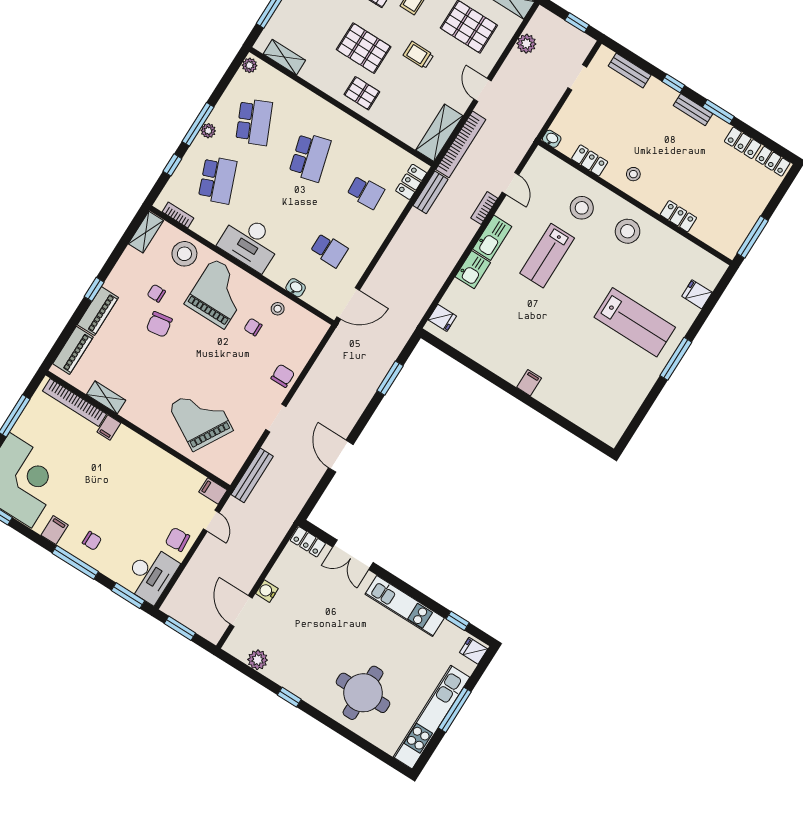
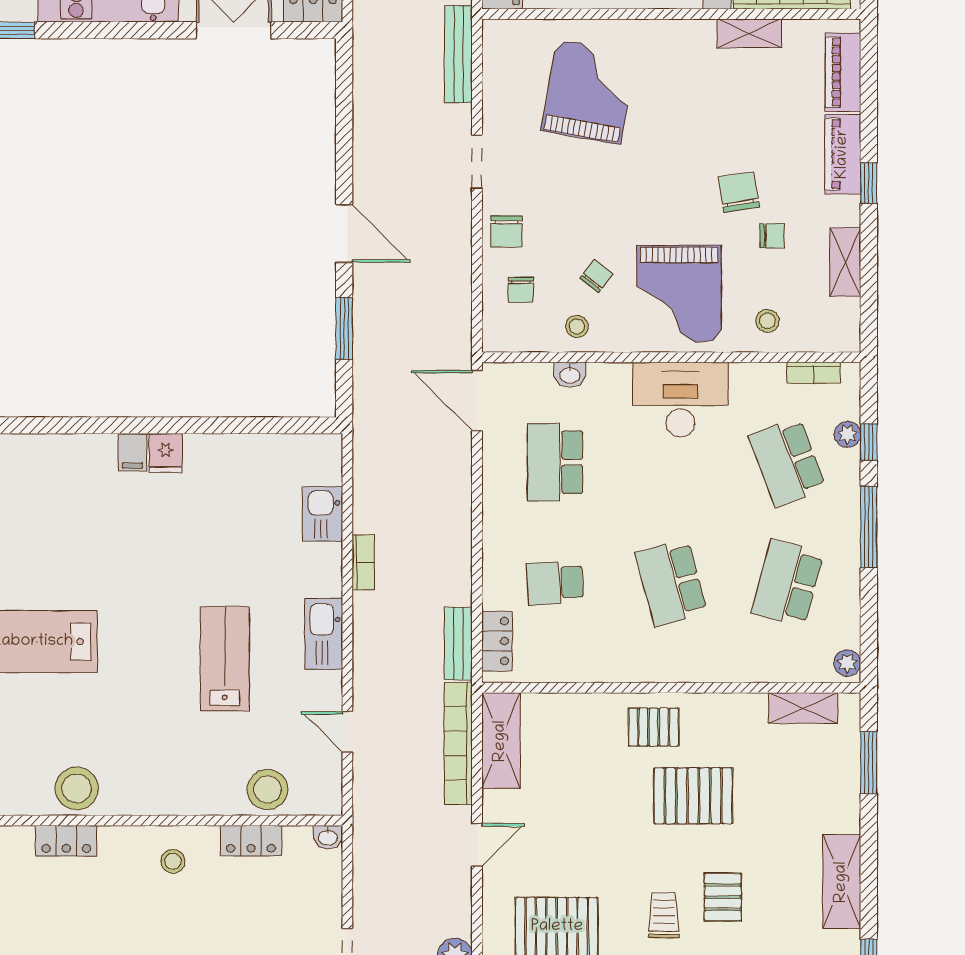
trolley: (418, 55) -> (605, 837), removed
door: (482, 90) -> (477, 845), hinge flipped
school desk: (254, 122) -> (787, 583), turned 39
plant: (208, 131) -> (848, 434), moved
bookcase: (484, 208) -> (363, 562), moved
stool: (582, 208) -> (268, 789), moved
stool: (628, 231) -> (77, 788), moved
shelving: (146, 232) -> (845, 262), moved
school desk: (329, 250) -> (555, 462), width x1.85
stool: (184, 254) -> (767, 321), width x0.53, depth x0.53
kitchen sink: (473, 270) -> (323, 514), moved
door: (348, 303) -> (477, 401), hinge flipped
fridge: (442, 318) -> (166, 453), moved, turned -90
chair: (253, 327) -> (596, 276), turned -52
chair: (293, 343) -> (521, 290), added
grand piano: (201, 418) -> (589, 92), turned -110
door: (341, 456) -> (344, 234), moved

